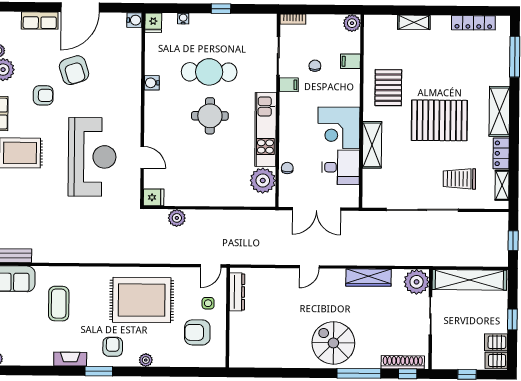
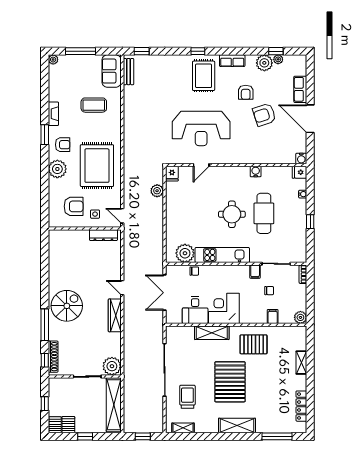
locker: (501, 153) -> (206, 427), removed
wardrobe: (369, 278) -> (115, 315), moved
armchair: (197, 332) -> (74, 206), turned 90
plant: (146, 360) -> (57, 169), width x1.87, depth x1.87

